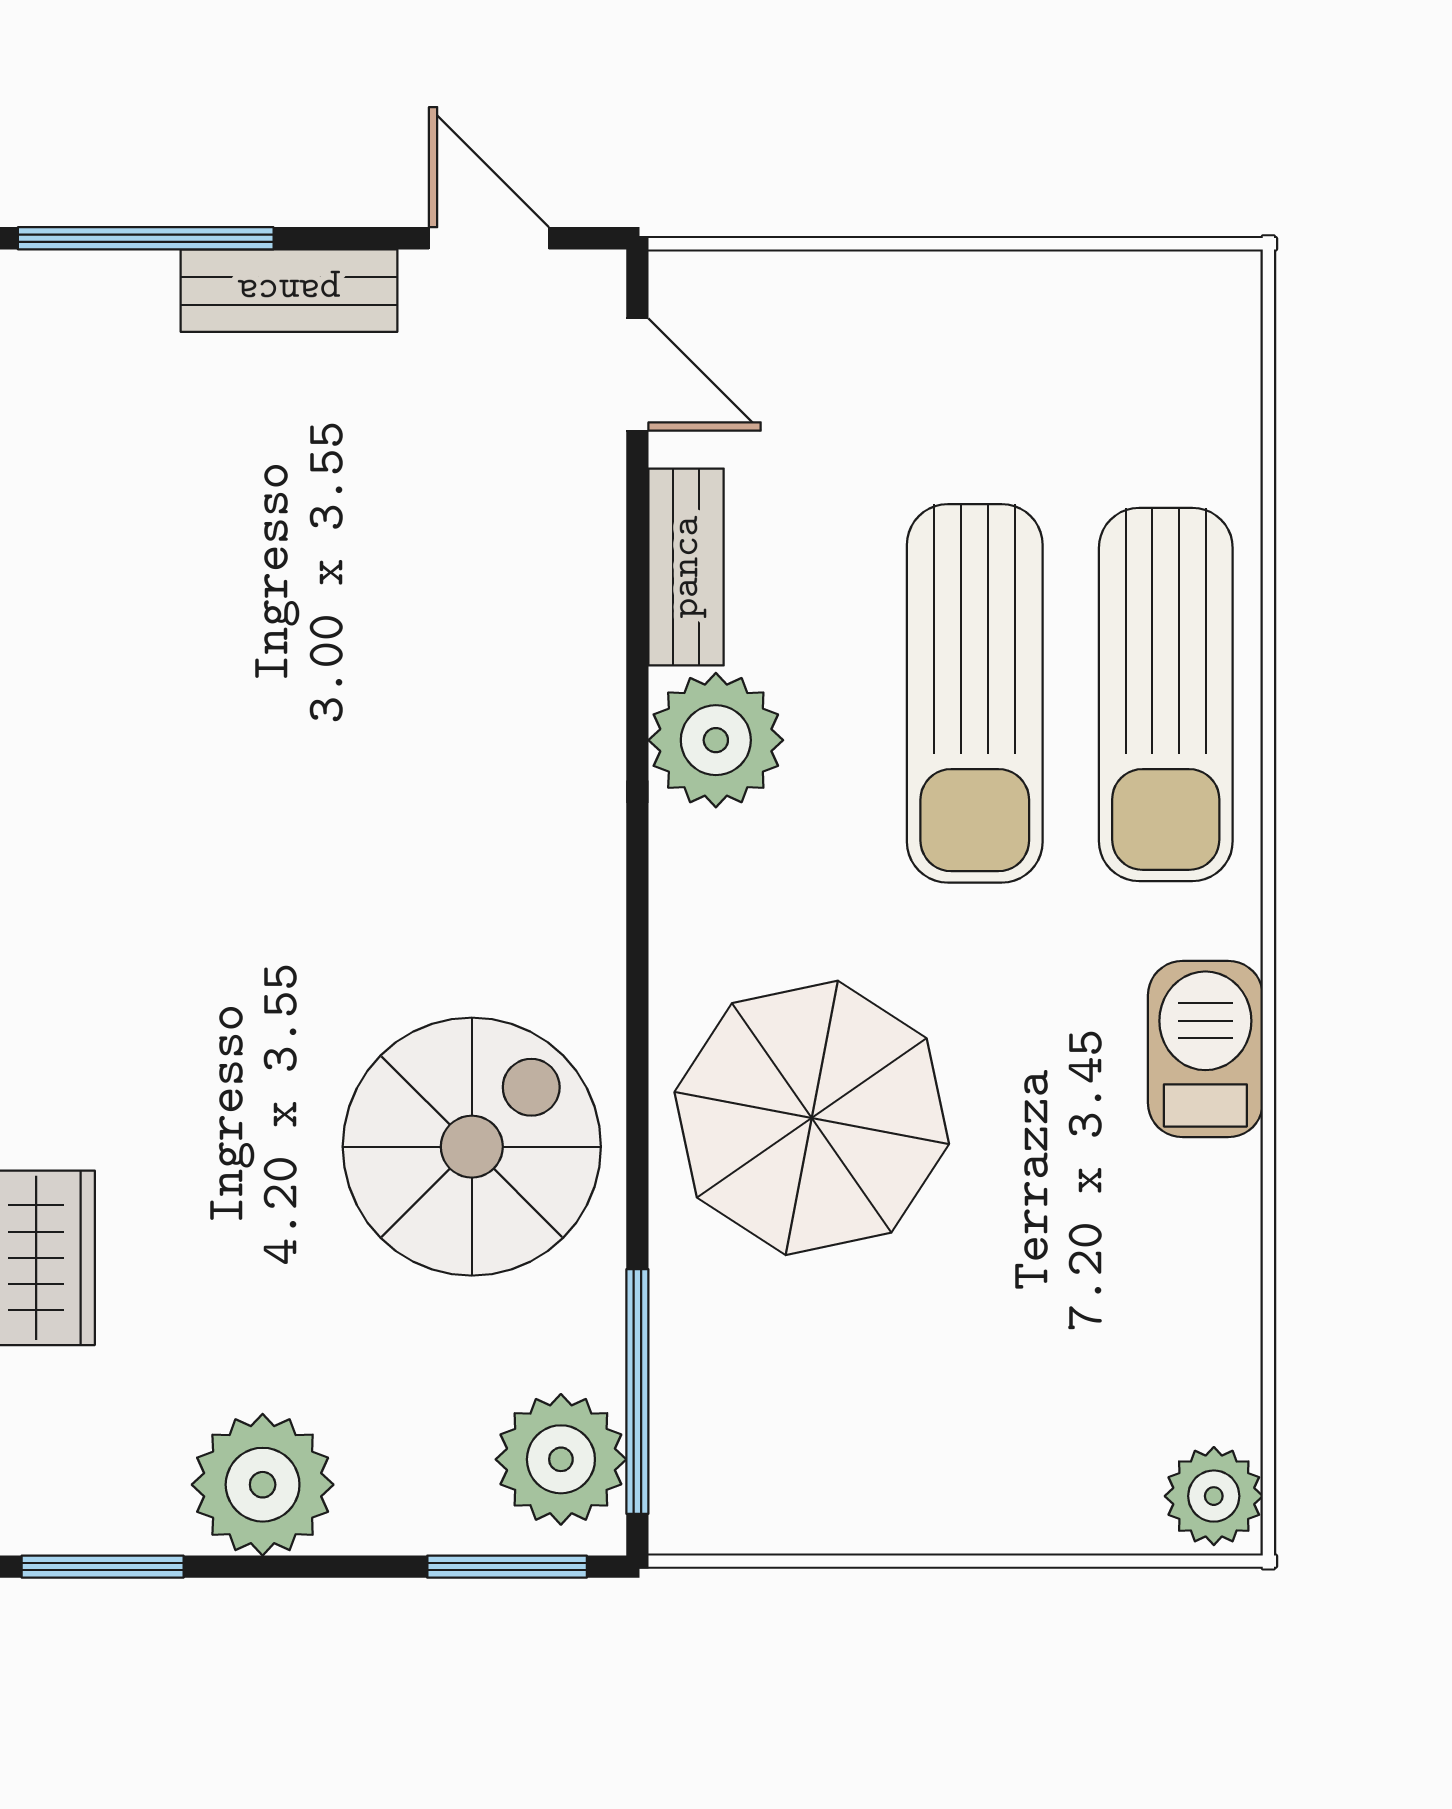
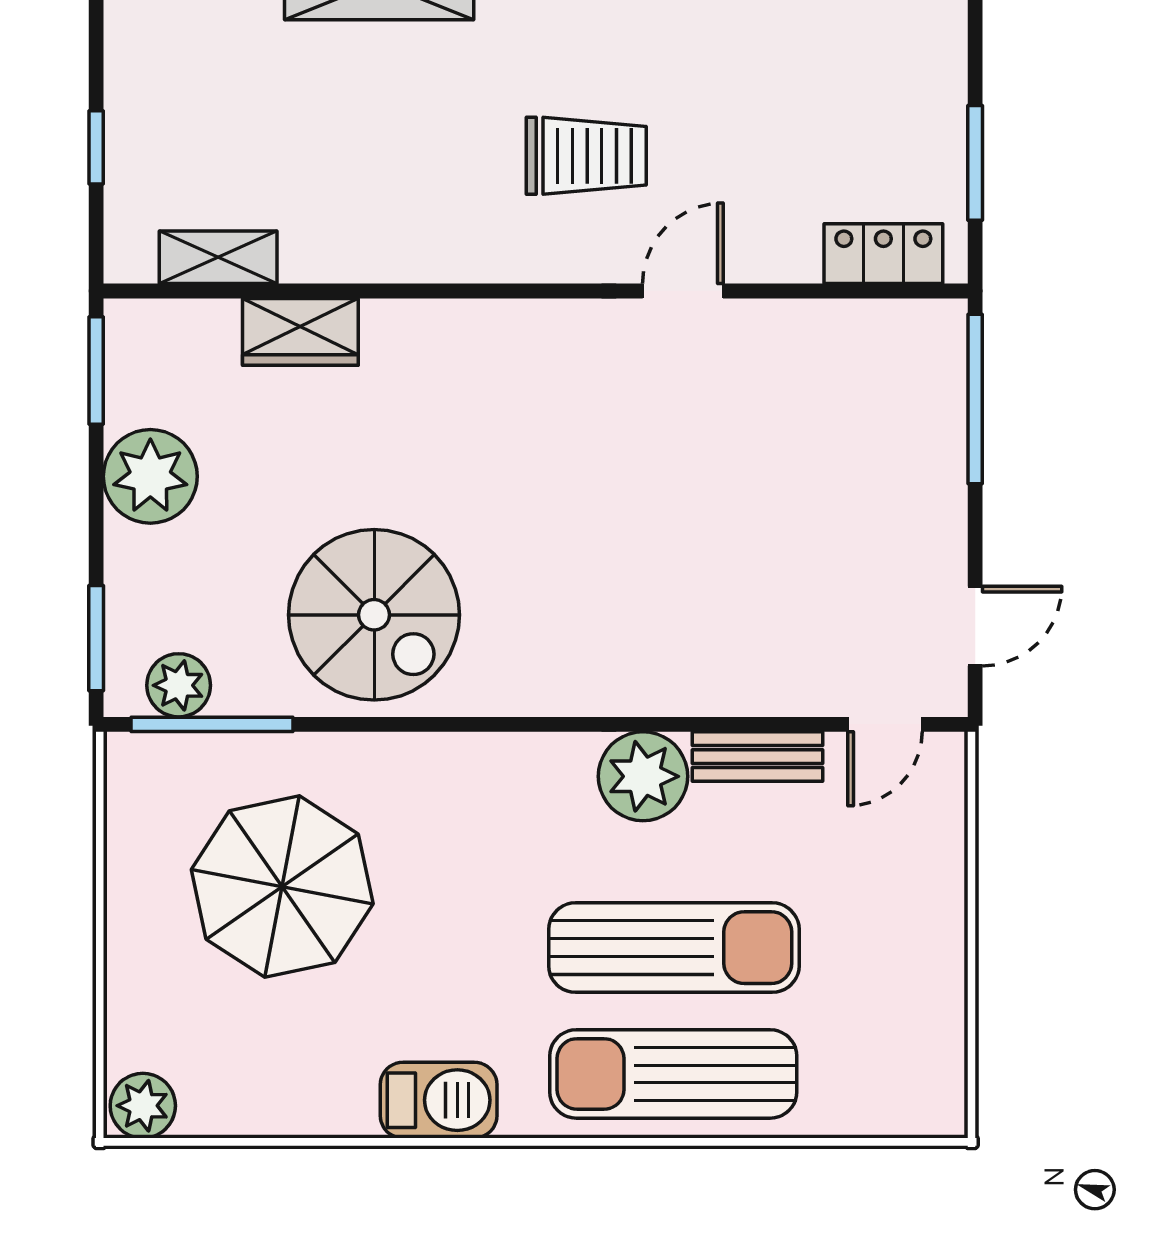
bench: (289, 291) -> (940, 494), removed
sun lounger: (975, 693) -> (674, 948), turned 180
parasol: (812, 1118) -> (282, 887), moved
plant: (561, 1459) -> (179, 685), width x0.73, depth x0.73

